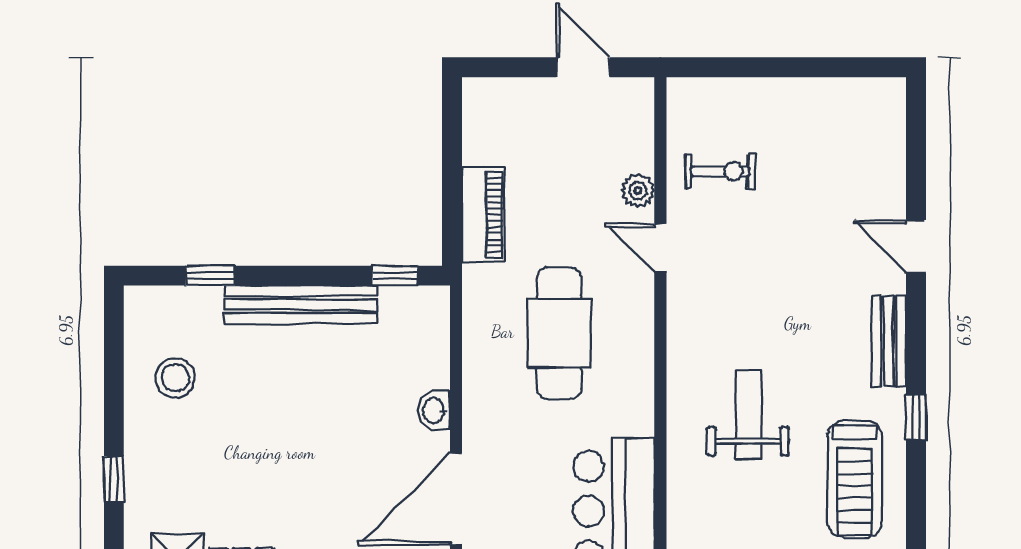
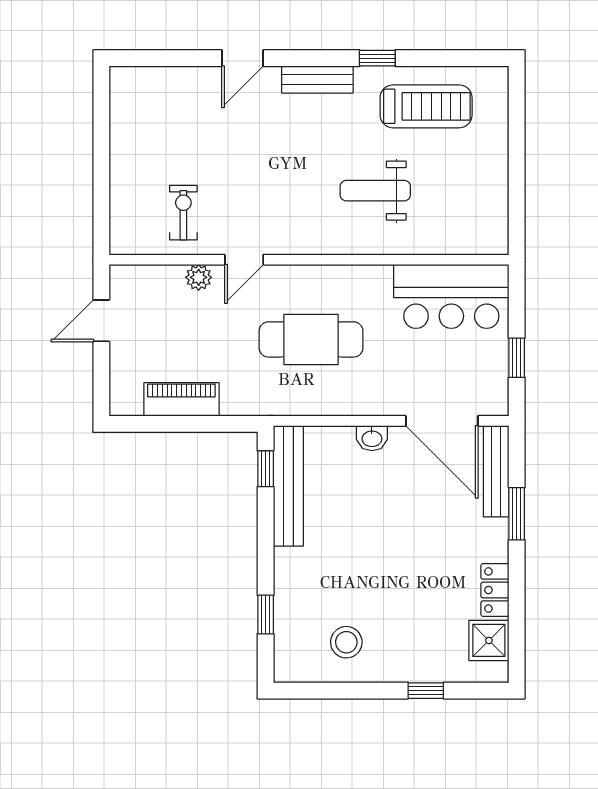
piano: (483, 215) -> (181, 399), moved
bench: (301, 304) -> (288, 486), moved

